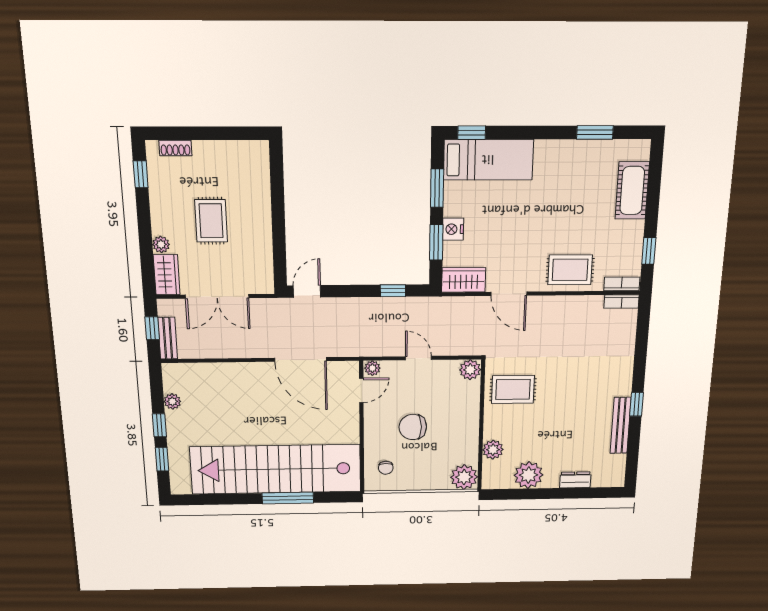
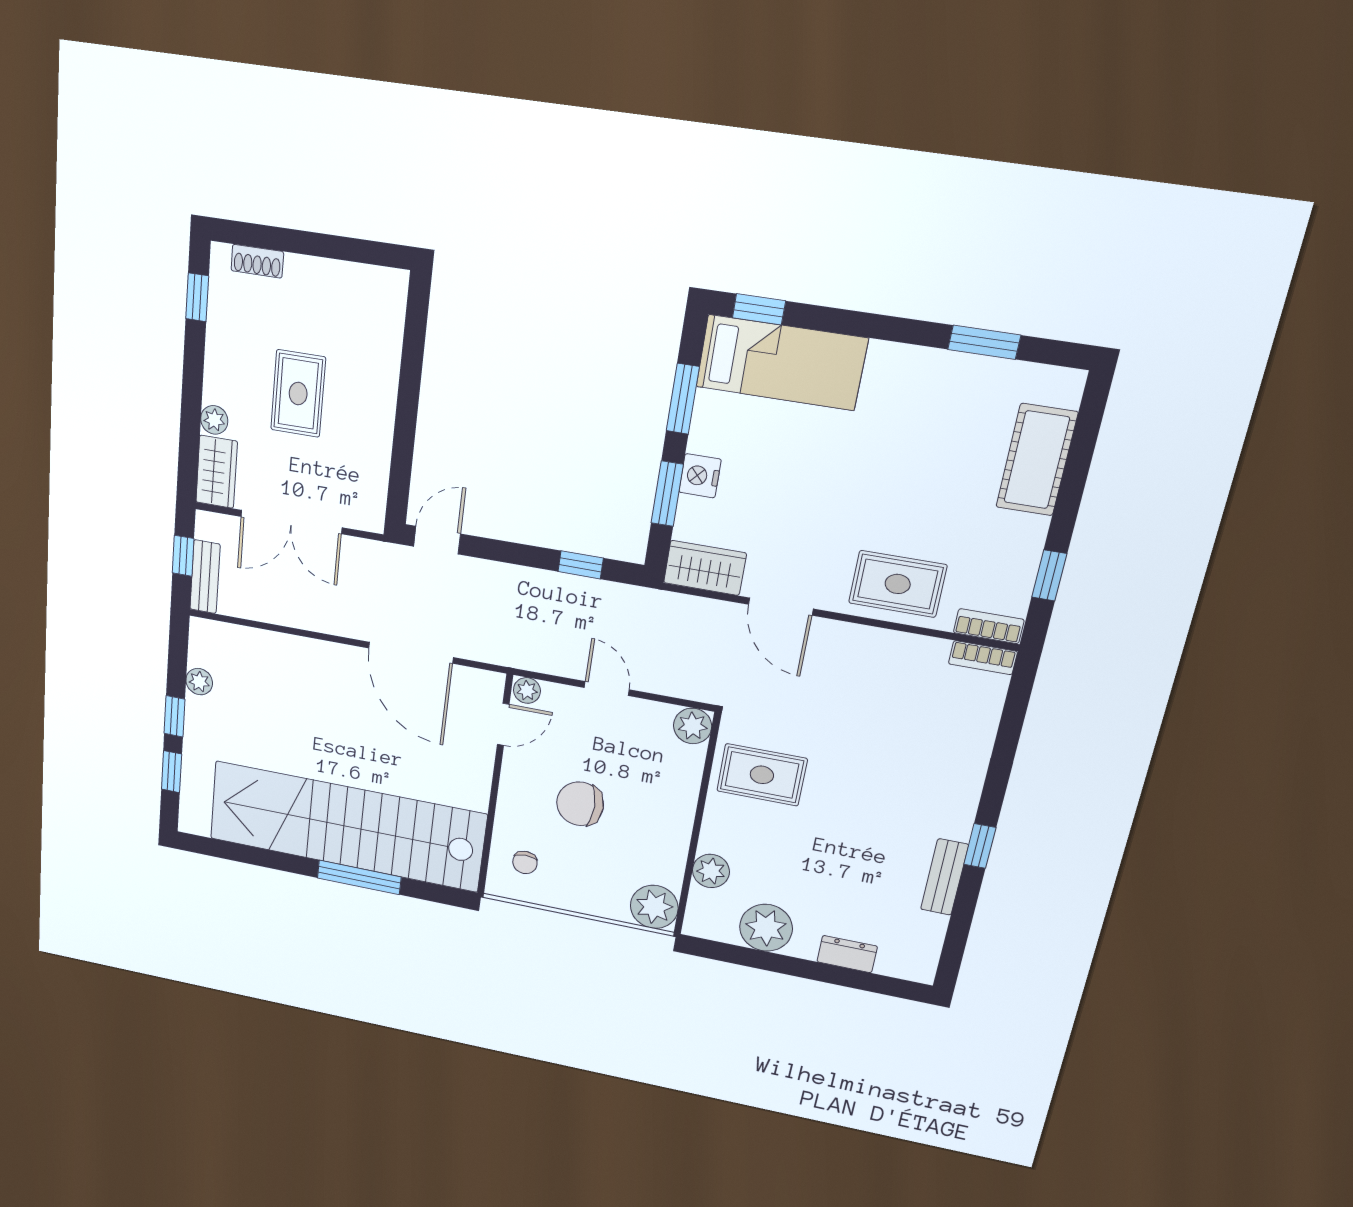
bench: (621, 425) -> (944, 877), width x0.73

